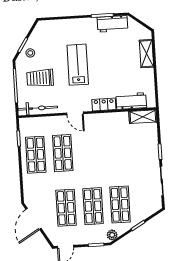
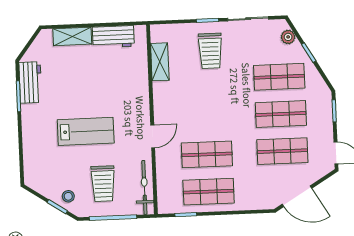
lab bench: (78, 65) -> (86, 131), turned 180
workbench: (131, 101) -> (113, 37), moved, turned -90
locker: (104, 104) -> (141, 96), removed
shelving: (143, 117) -> (160, 62), moved
trolley: (138, 154) -> (210, 51), added
plant: (112, 235) -> (288, 37), moved

